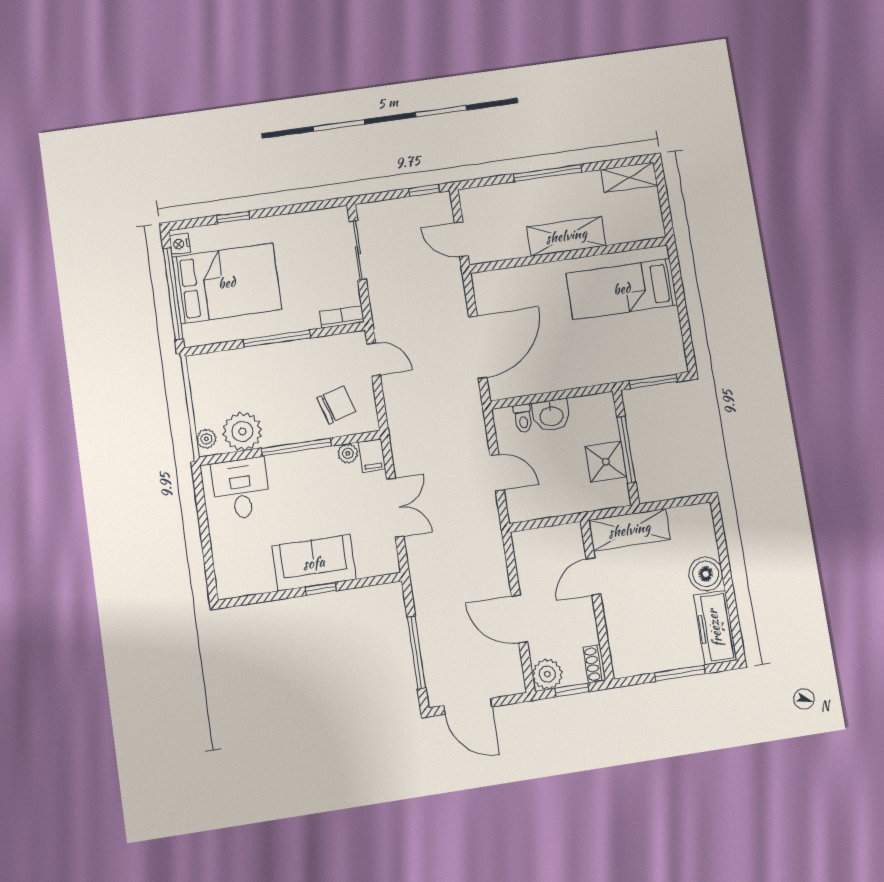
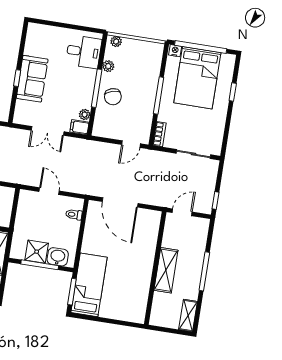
nightstand: (180, 244) -> (175, 51), moved
bed: (622, 289) -> (89, 285), moved
chair: (336, 405) -> (113, 97), moved
washbasin: (551, 415) -> (58, 257), moved, turned 90
plant: (242, 431) -> (108, 66), width x0.53, depth x0.53
door: (497, 473) -> (49, 191), swing flipped

